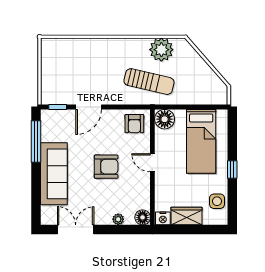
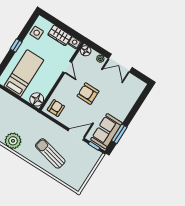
sun lounger: (149, 82) -> (50, 153), moved
window: (36, 141) -> (119, 134), width x0.69
door: (152, 163) -> (67, 67), moved
sofa: (54, 174) -> (106, 131), moved, width x0.73
double door: (76, 230) -> (120, 63), moved

